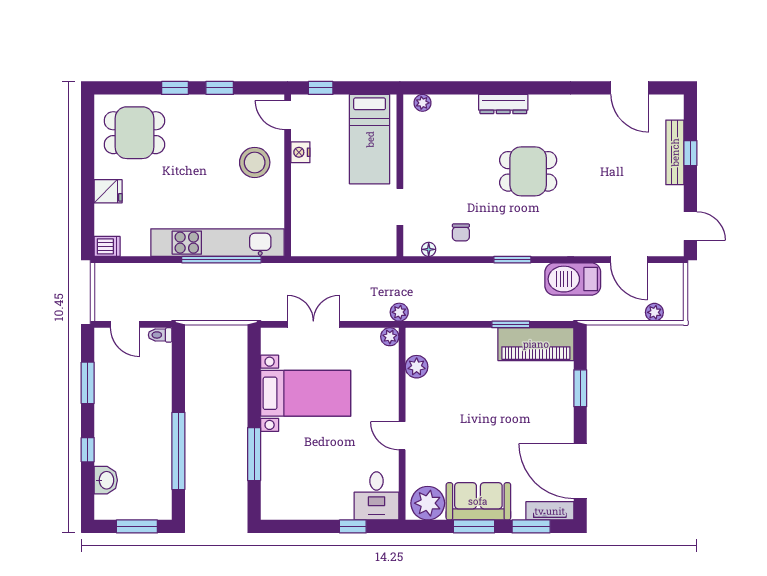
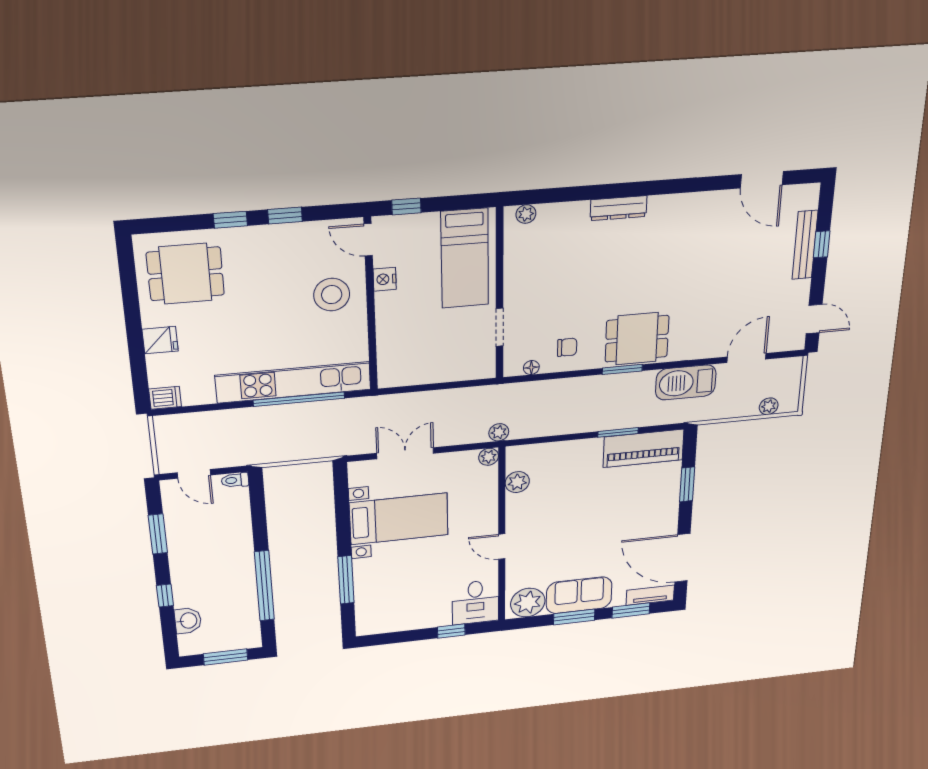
dining table: (528, 171) -> (637, 339), moved
chair: (461, 232) -> (567, 347), turned -90
door: (629, 260) -> (747, 358), swing flipped

